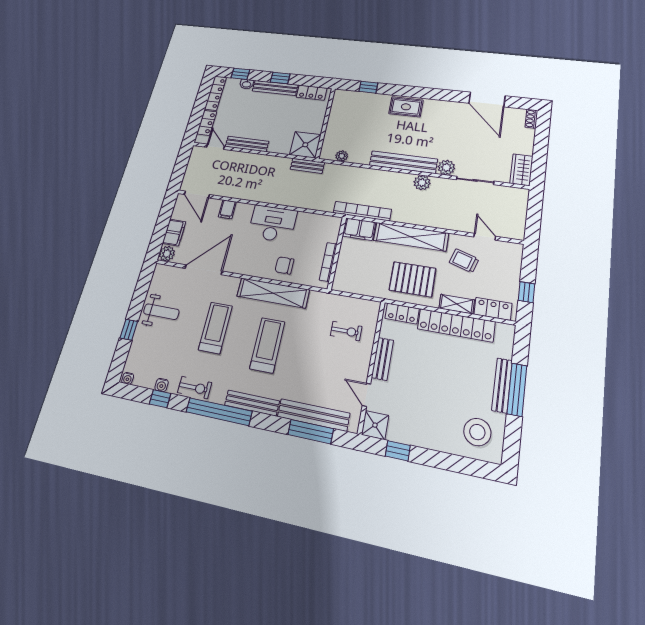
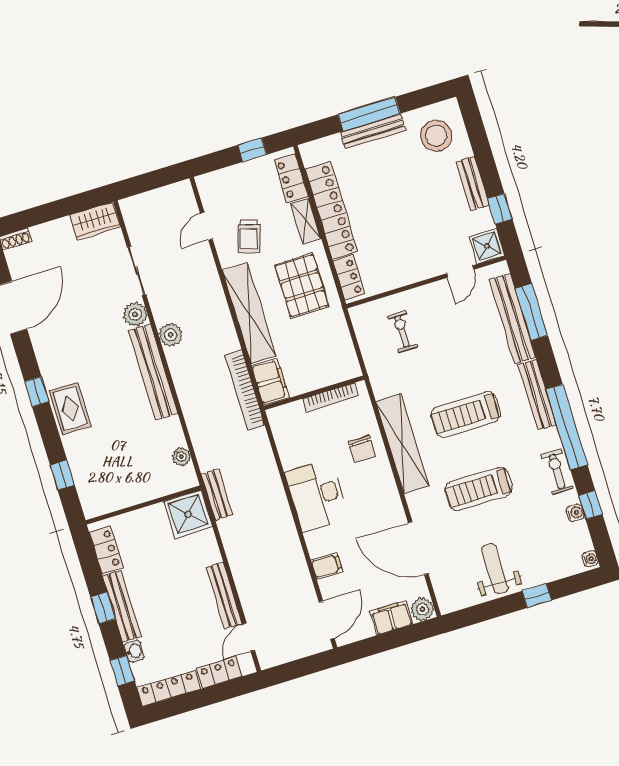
window: (426, 93) -> (37, 392), added
bench: (383, 359) -> (473, 183), moved, turned 90

